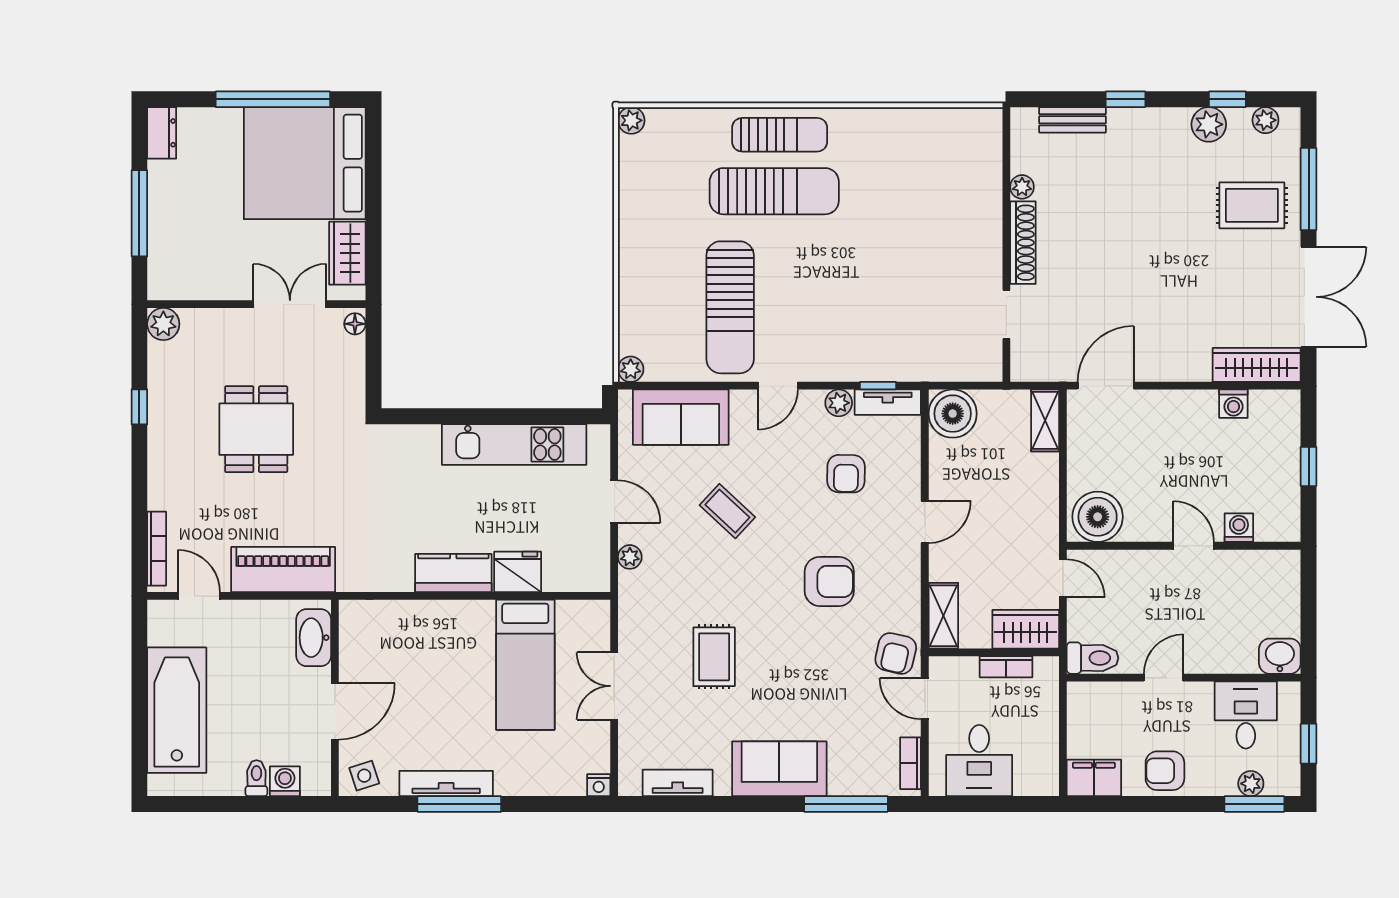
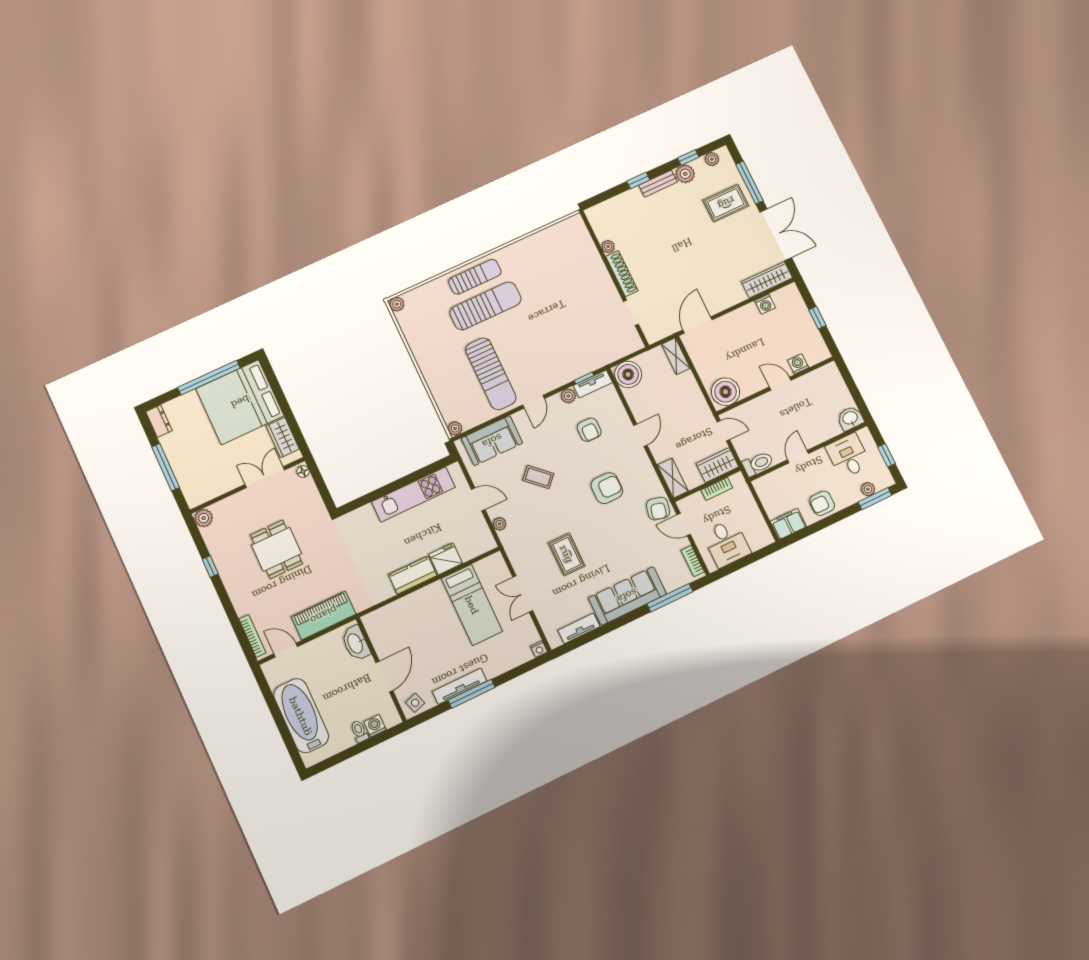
bench: (1073, 120) -> (658, 184), moved
sofa: (779, 769) -> (627, 596), width x1.36

